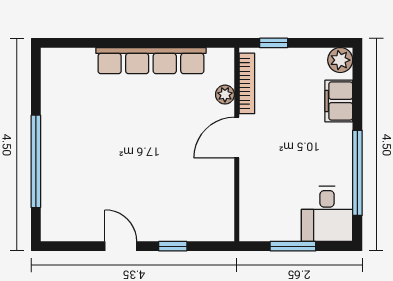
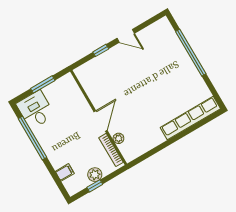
window: (274, 43) -> (95, 186), moved
plant: (340, 60) -> (95, 175), moved
row of seats: (151, 61) -> (190, 118), moved
filing cabinet: (339, 101) -> (65, 172), width x0.50

